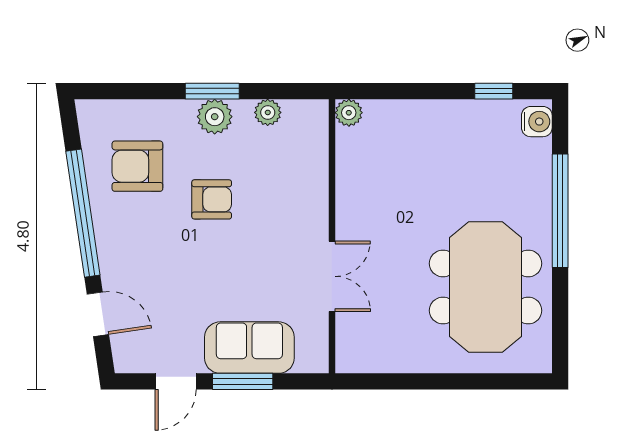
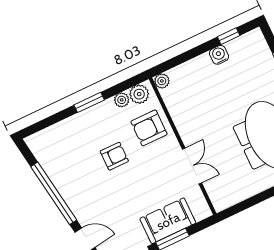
plant: (215, 117) -> (139, 94), moved
water cooler: (537, 122) -> (219, 55), moved, turned -90
armchair: (137, 166) -> (149, 128), moved

